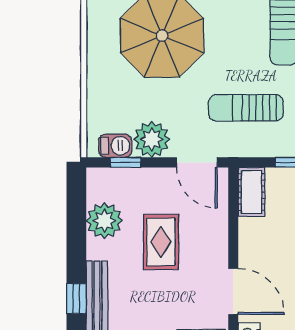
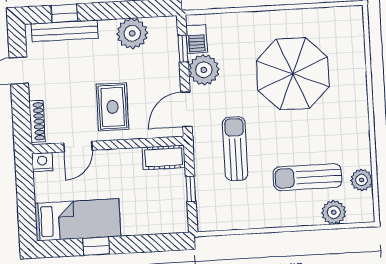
rug: (161, 242) -> (112, 107), moved, turned 90
door: (233, 292) -> (78, 147), width x0.73

